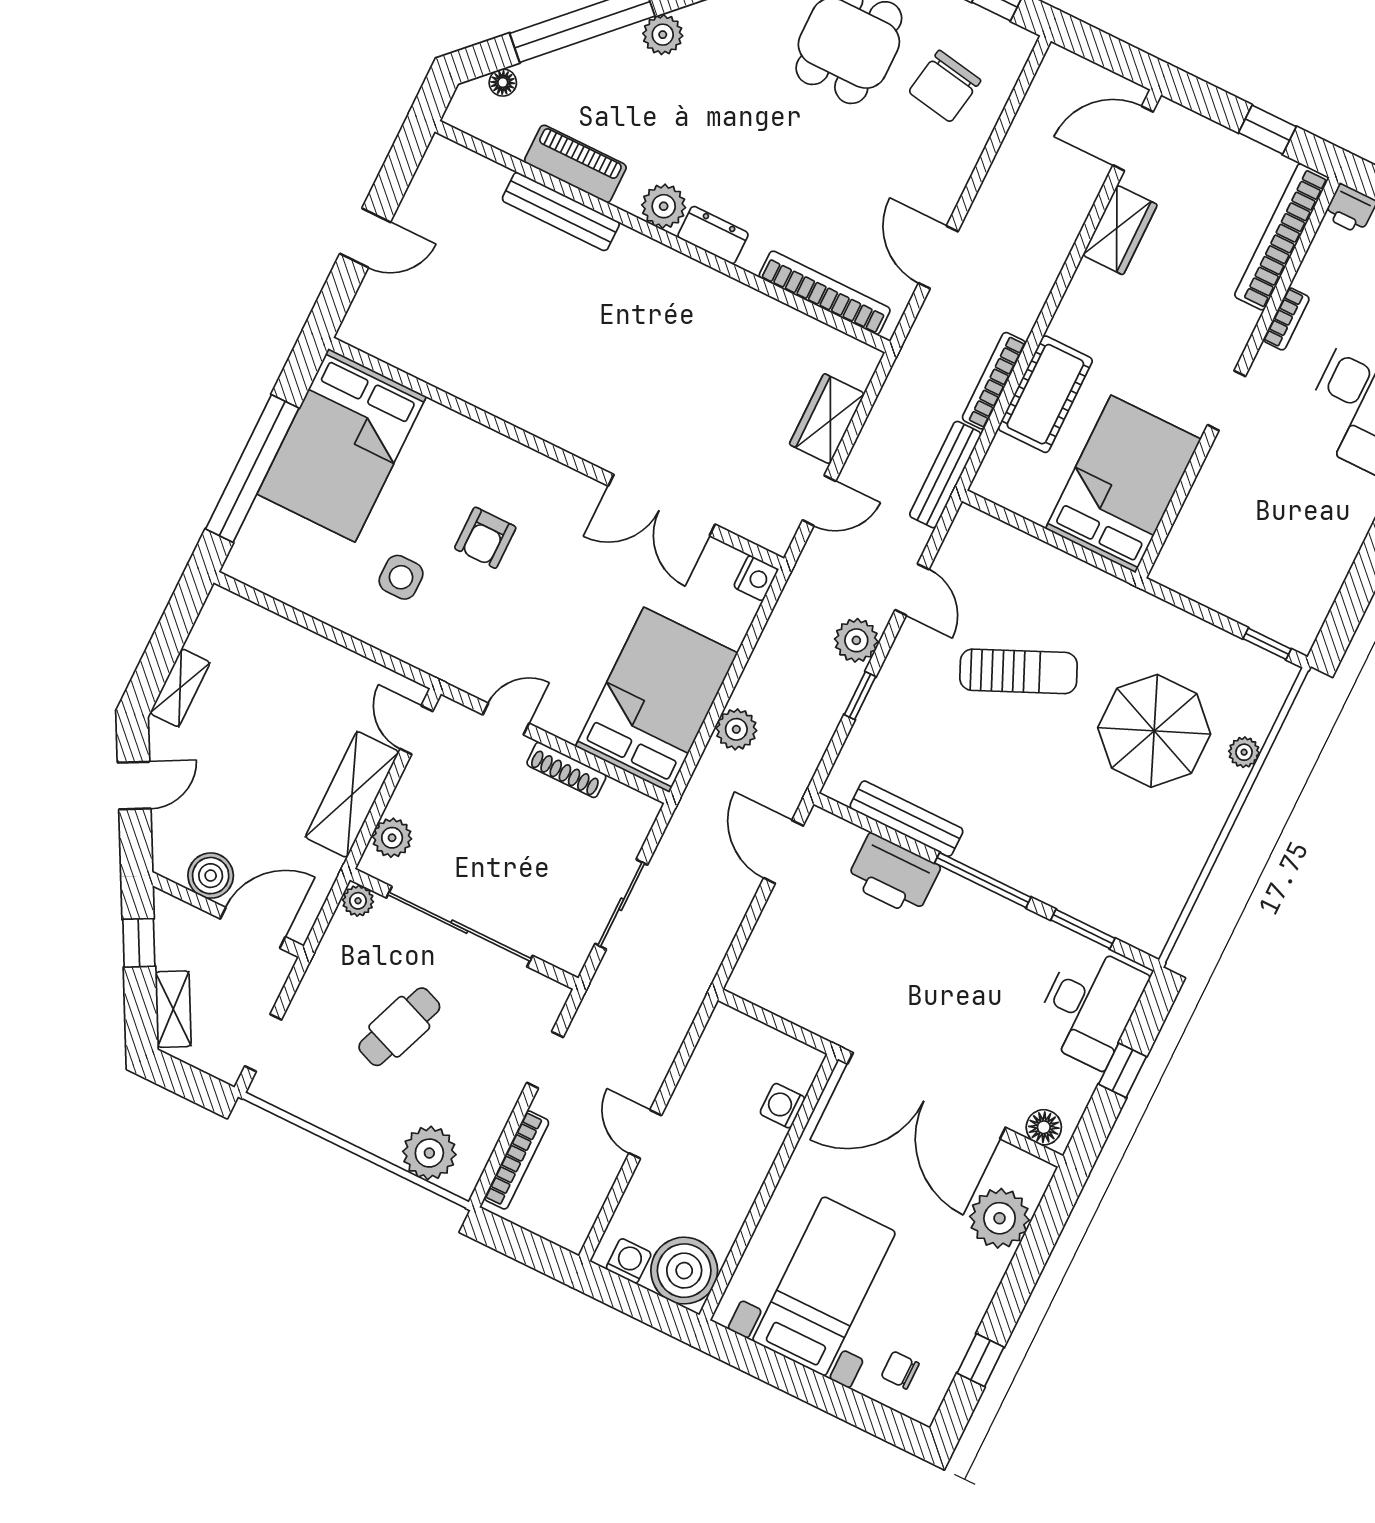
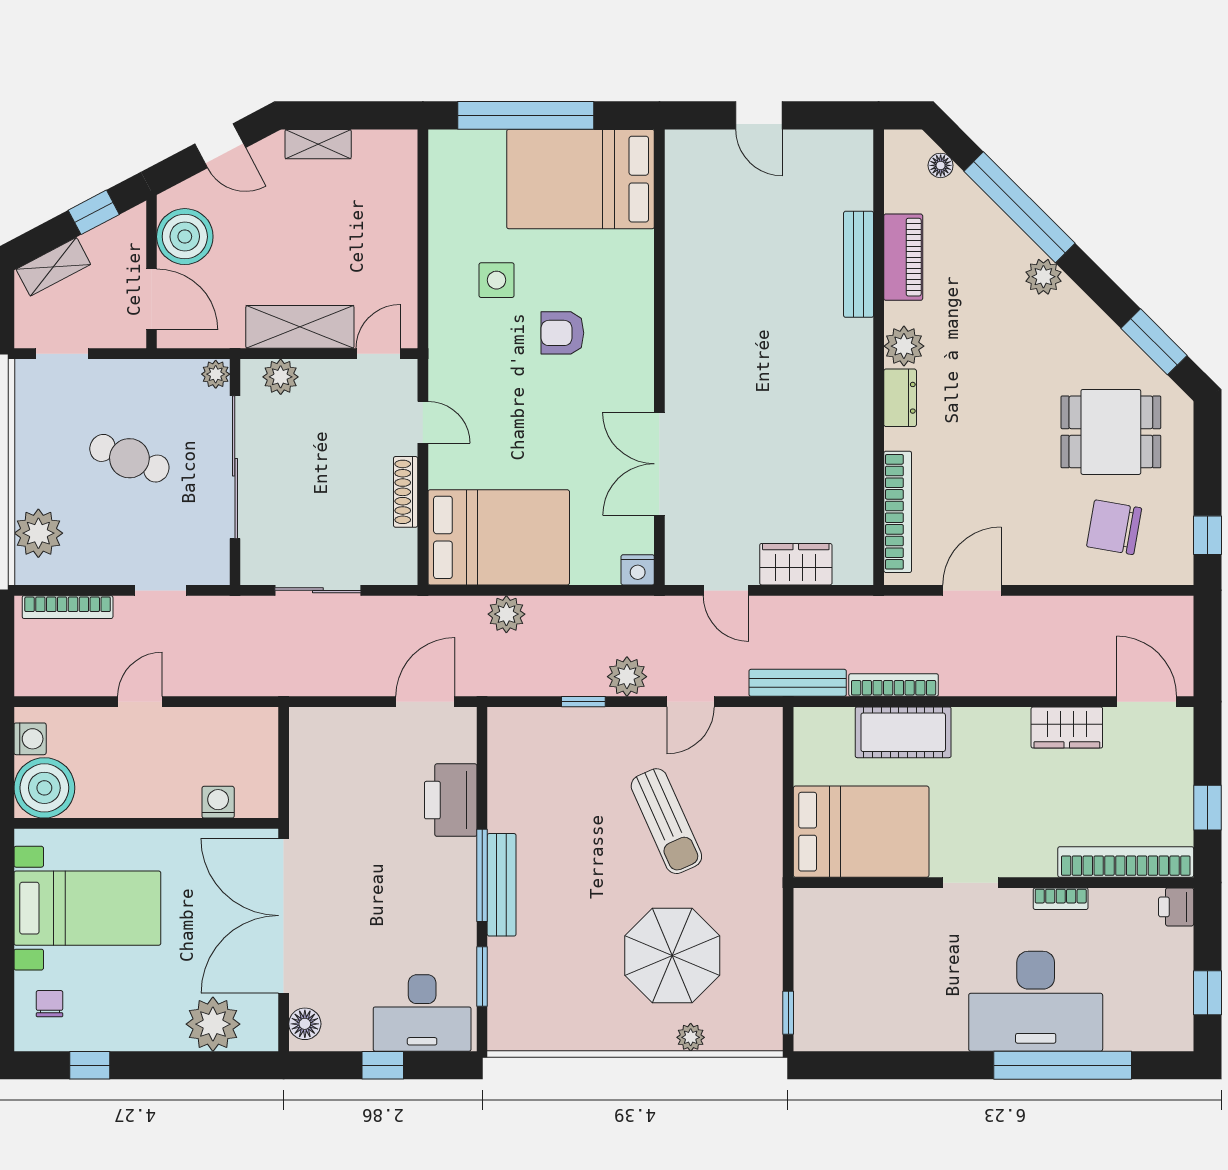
bench: (906, 819) -> (502, 885), moved
boiler: (211, 876) -> (185, 237), width x1.37, depth x1.37

